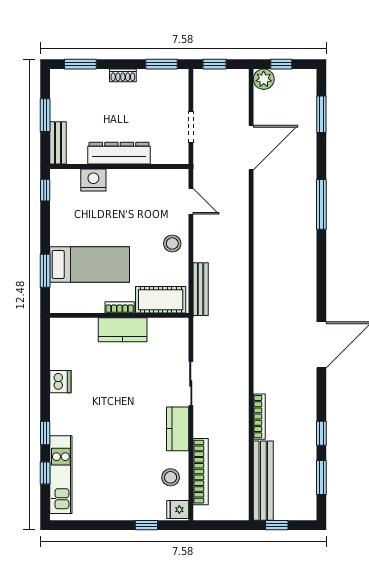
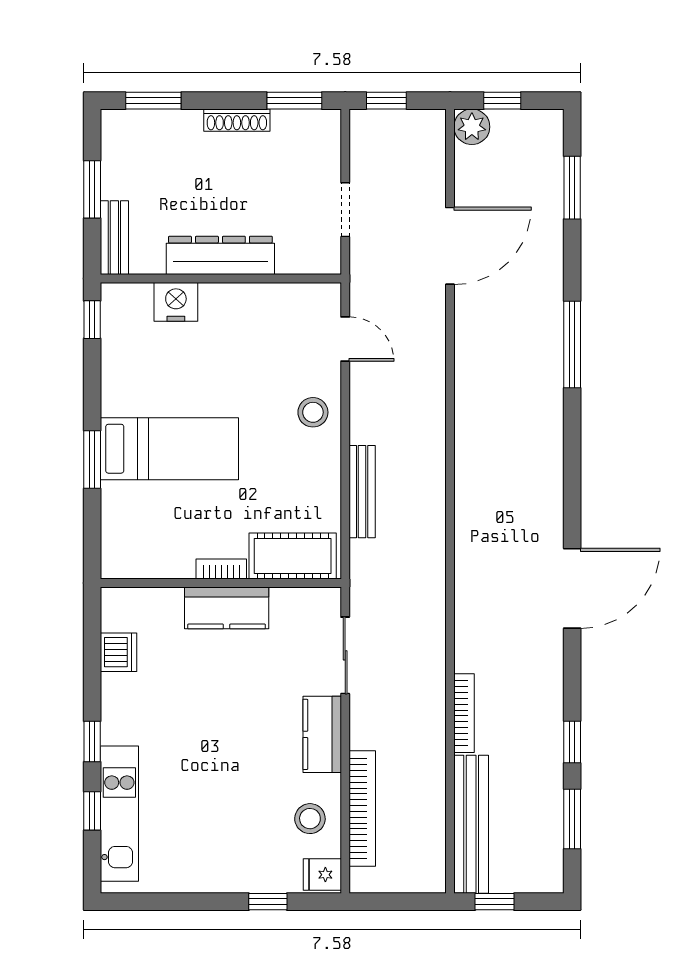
shoe rack: (123, 75) -> (237, 120), width x1.43
cot: (161, 300) -> (293, 556), moved
bookcase: (120, 307) -> (221, 569), moved
wall: (119, 315) -> (221, 583), moved
kitchen counter: (123, 330) -> (227, 608), moved

